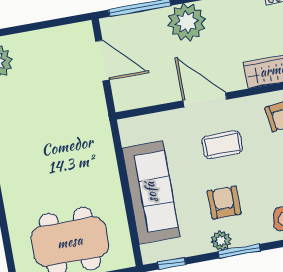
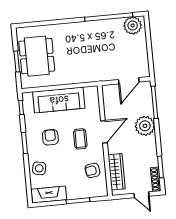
armchair: (224, 202) -> (50, 137), turned -90
plant: (221, 241) -> (31, 134), removed

